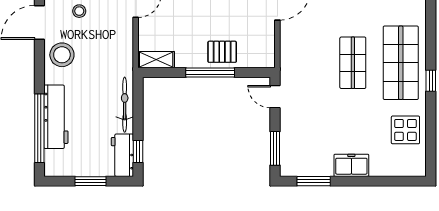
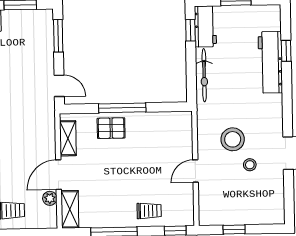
stool: (62, 55) -> (233, 139), moved
shelving: (156, 60) -> (68, 138), moved, turned 90
window: (39, 128) -> (286, 51), width x0.32

